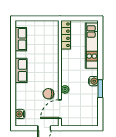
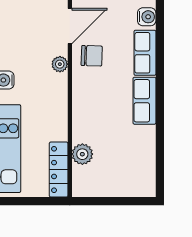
row of seats: (21, 39) -> (145, 53), moved
plant: (53, 43) -> (82, 154), added

